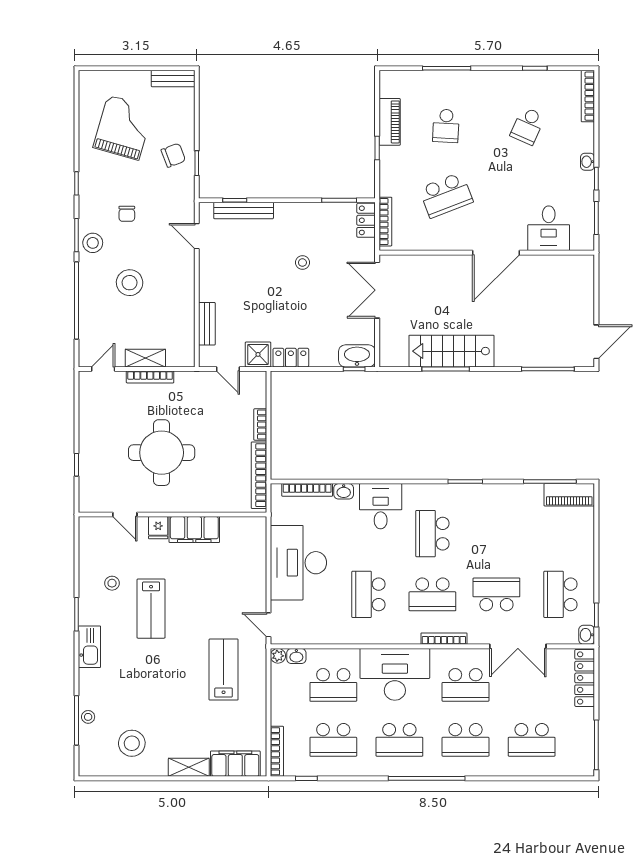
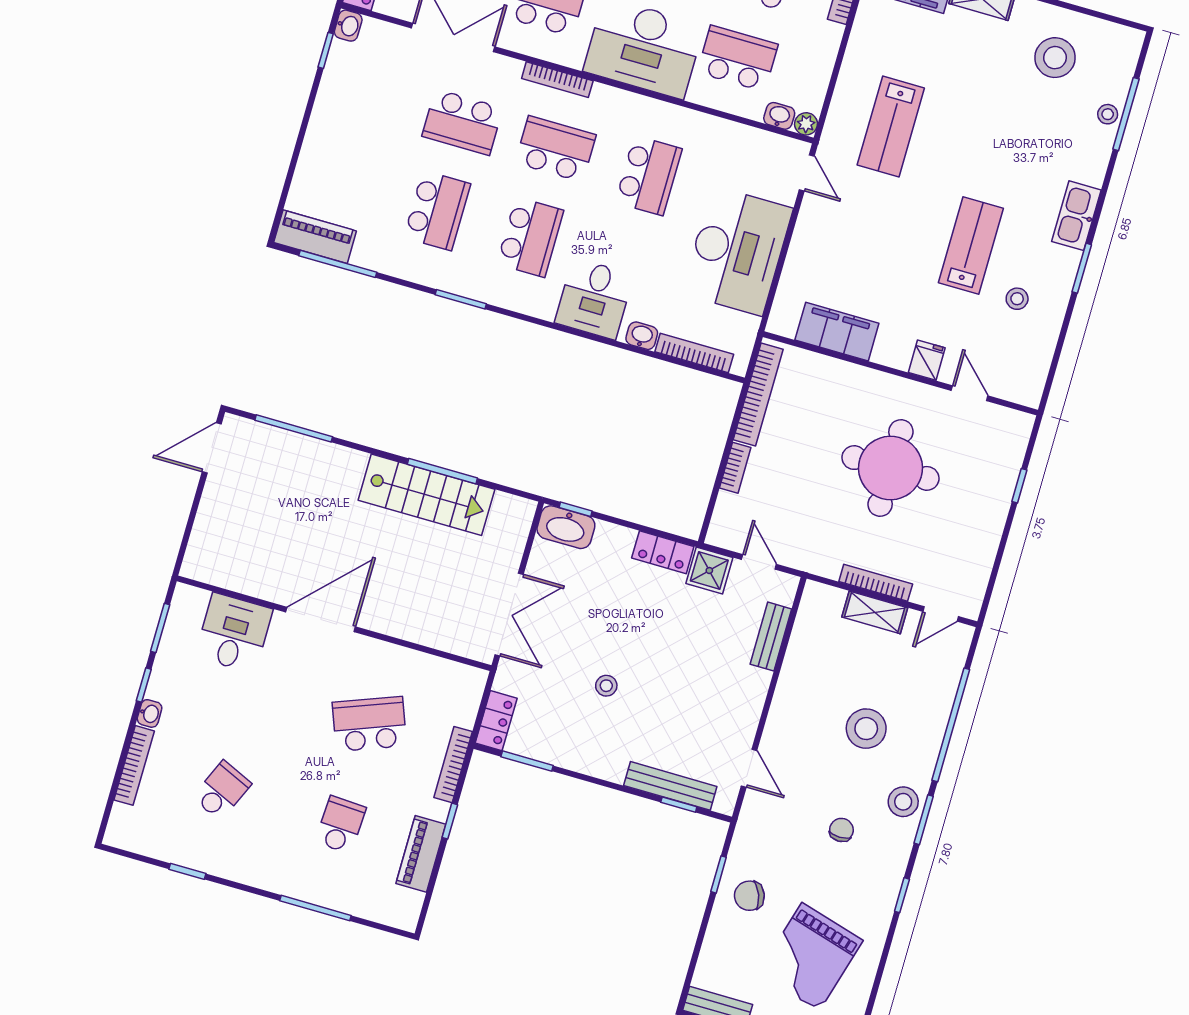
bookcase: (588, 96) -> (134, 765), moved
bookcase: (385, 222) -> (453, 765), moved
filing cabinet: (194, 529) -> (837, 332), moved
school desk: (560, 594) -> (437, 210), moved

